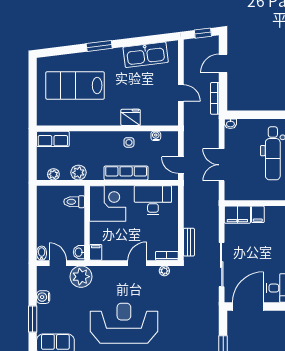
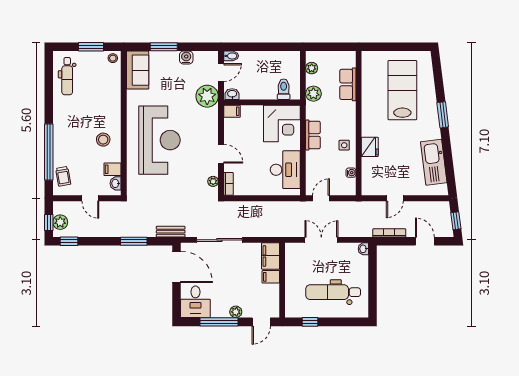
row of seats: (53, 139) -> (348, 84), moved
row of seats: (126, 173) -> (313, 135), width x0.68
bench: (189, 242) -> (171, 232), moved

